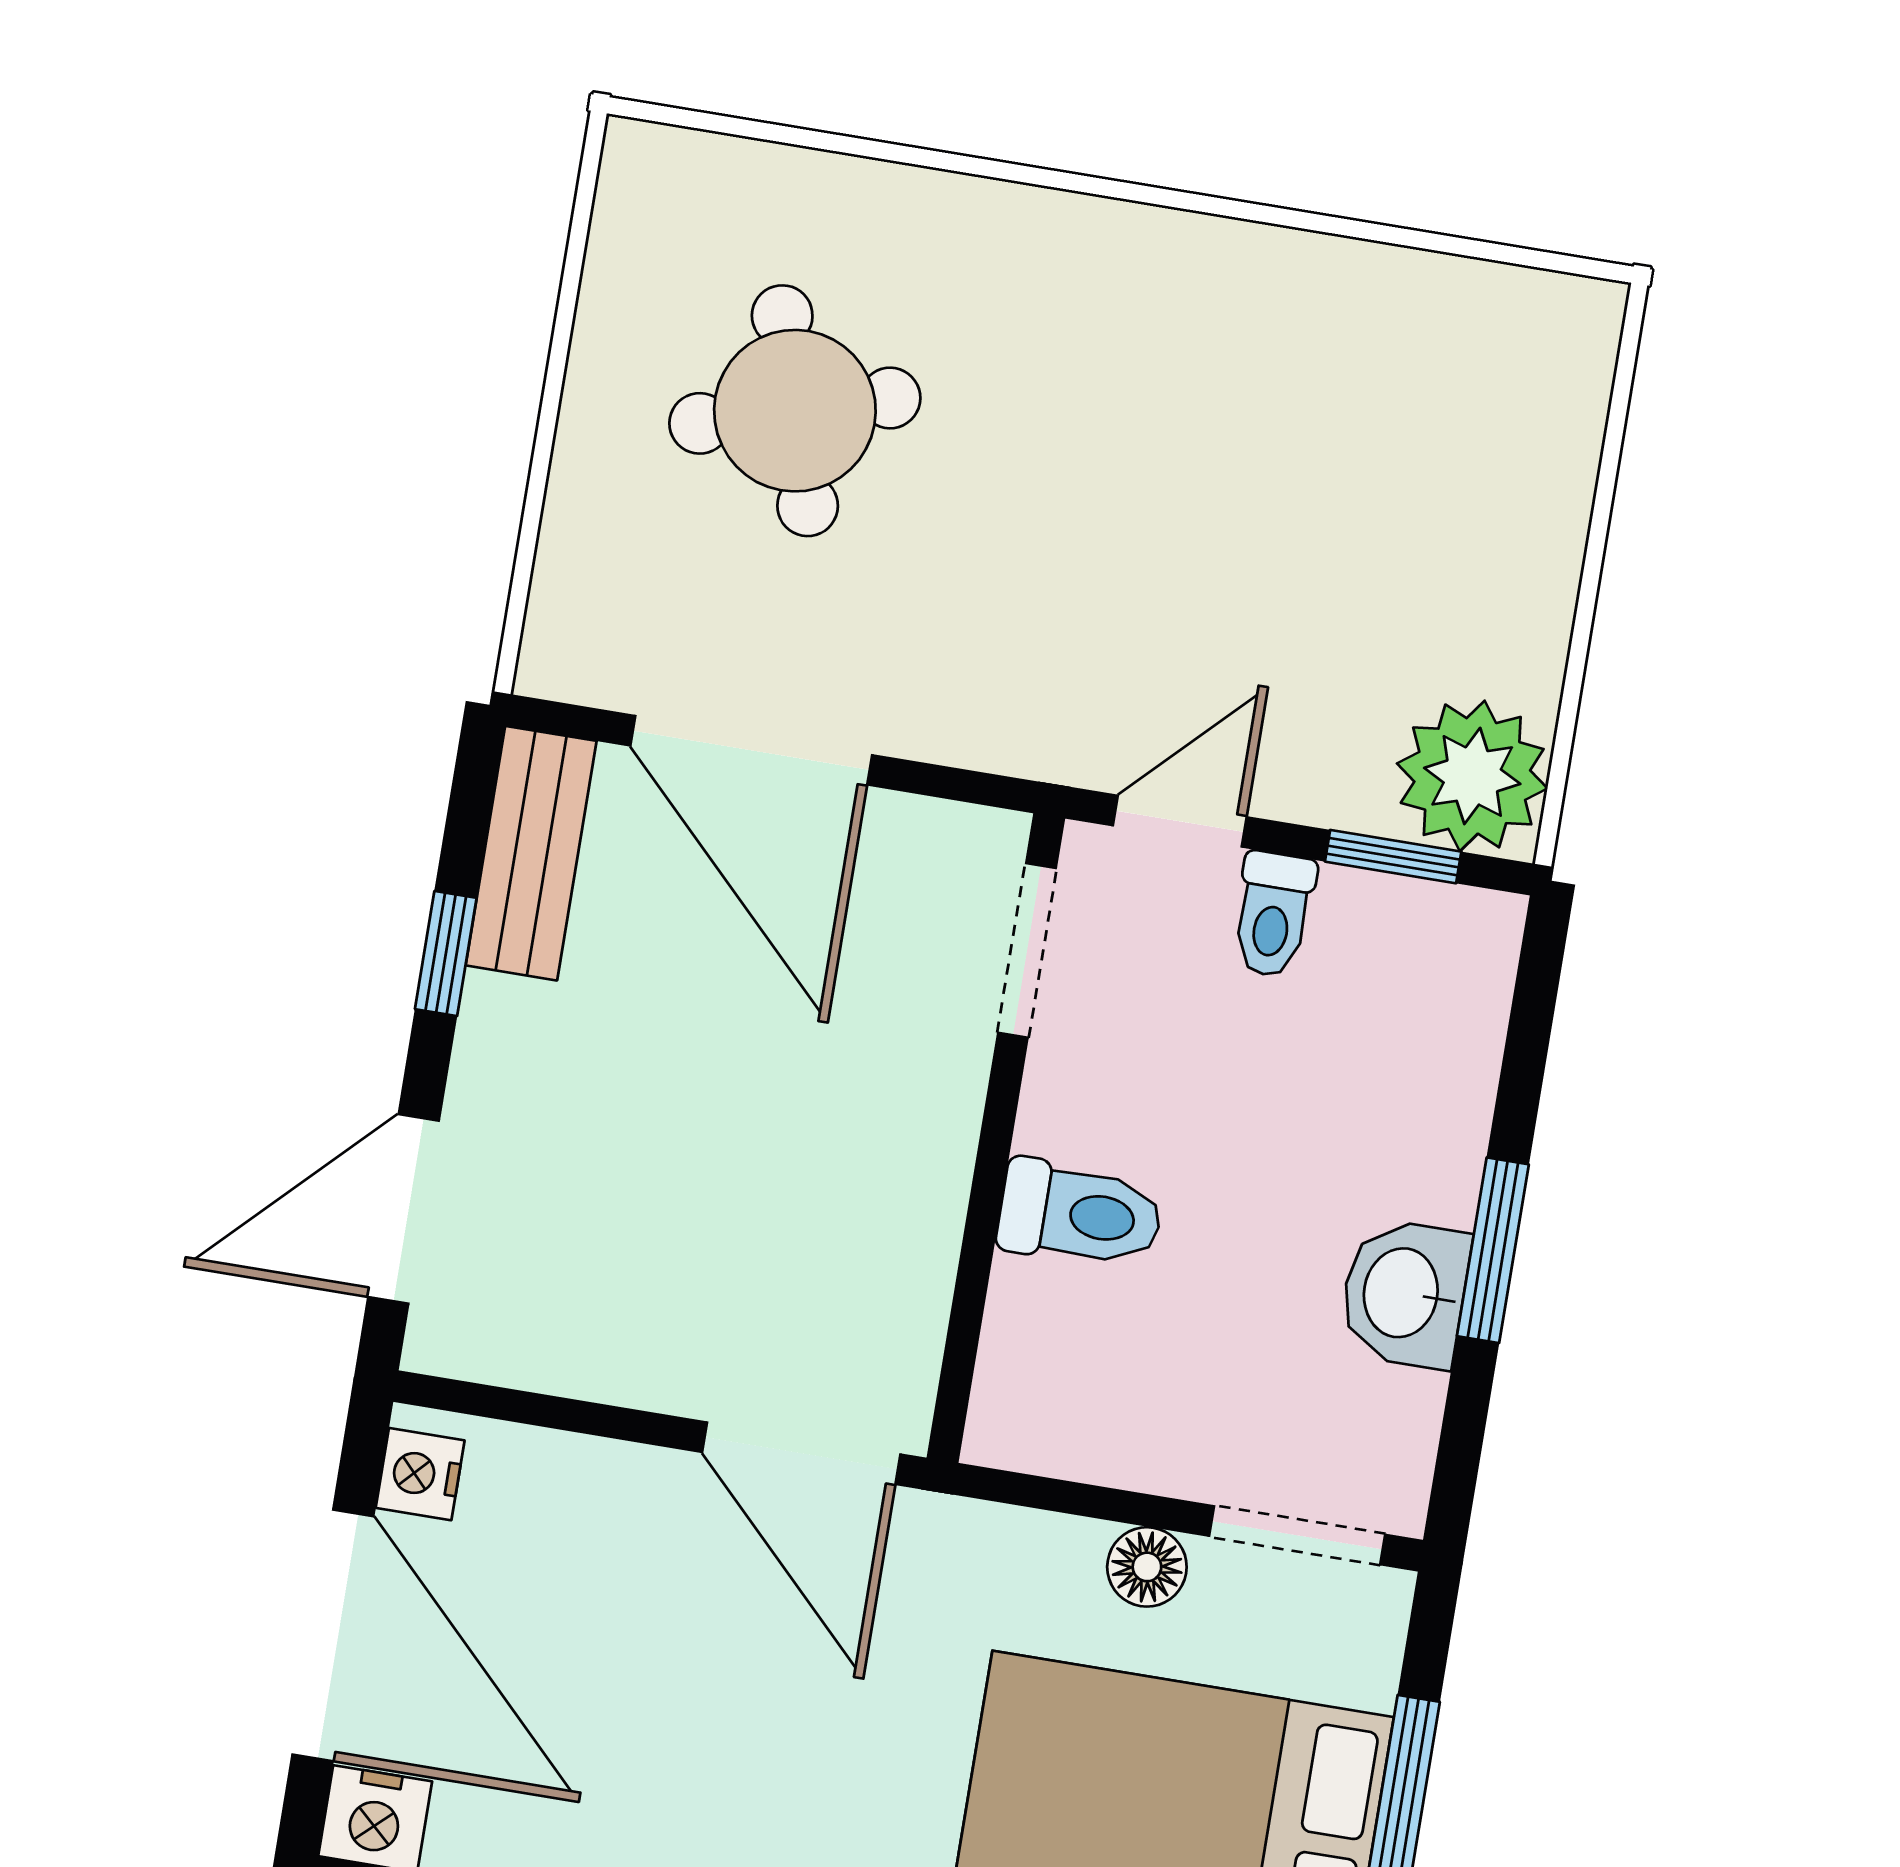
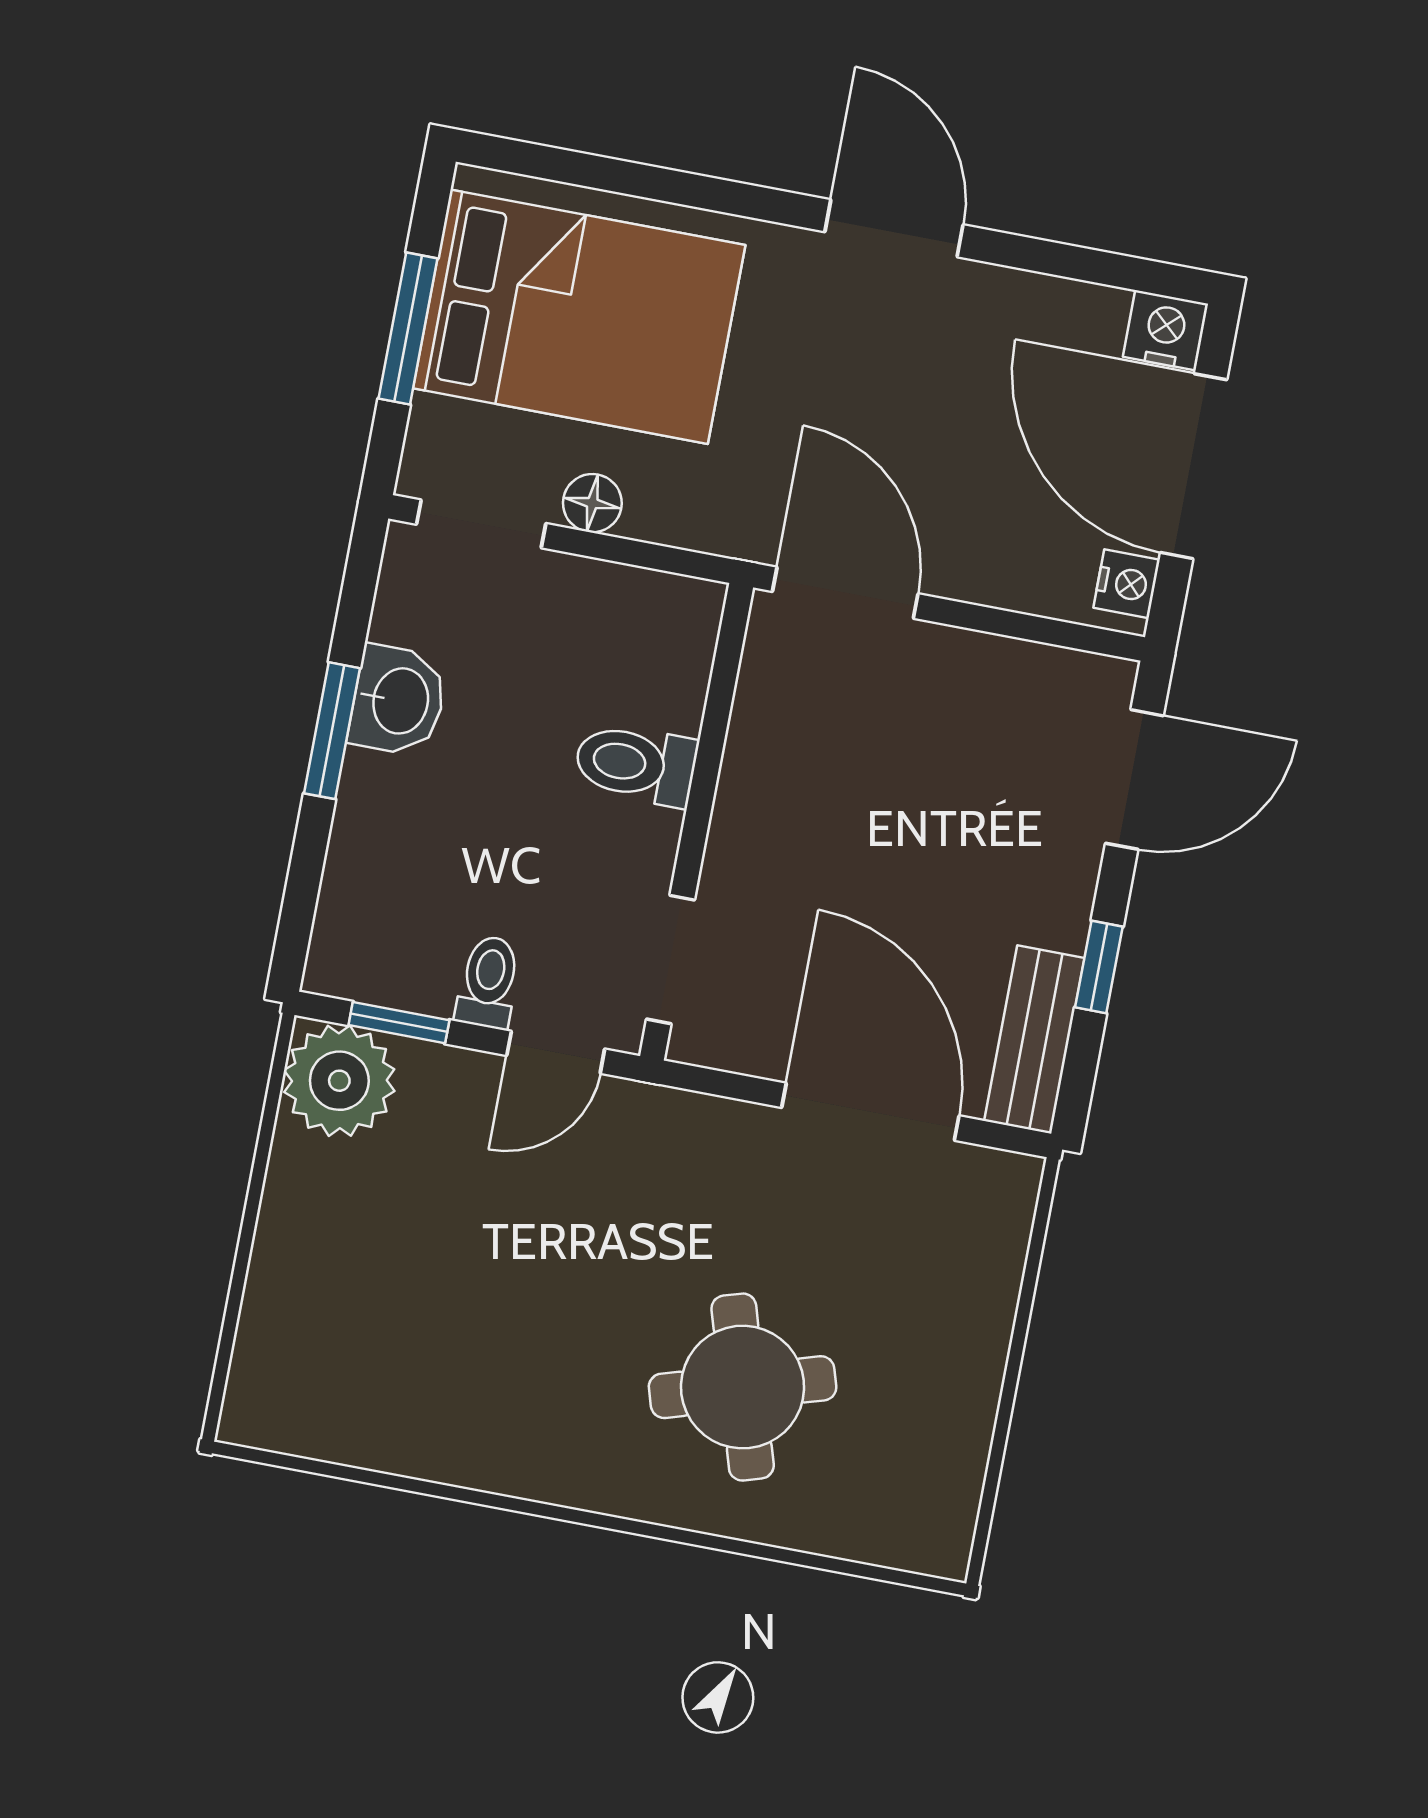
round table: (795, 411) -> (743, 1387), moved

